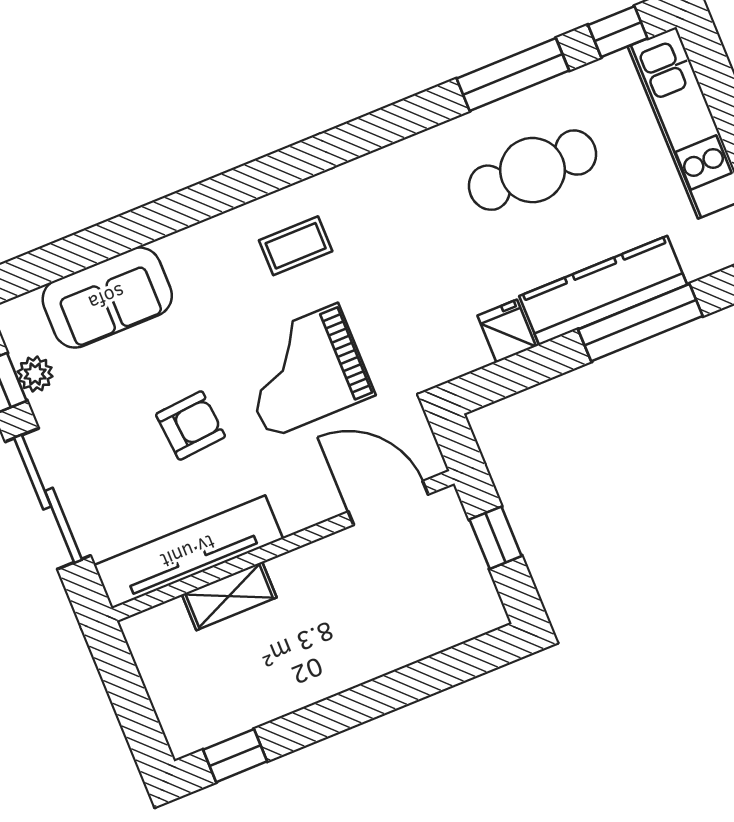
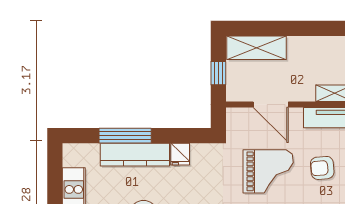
door: (388, 503) -> (271, 105), moved
shelving: (436, 625) -> (257, 48), added

